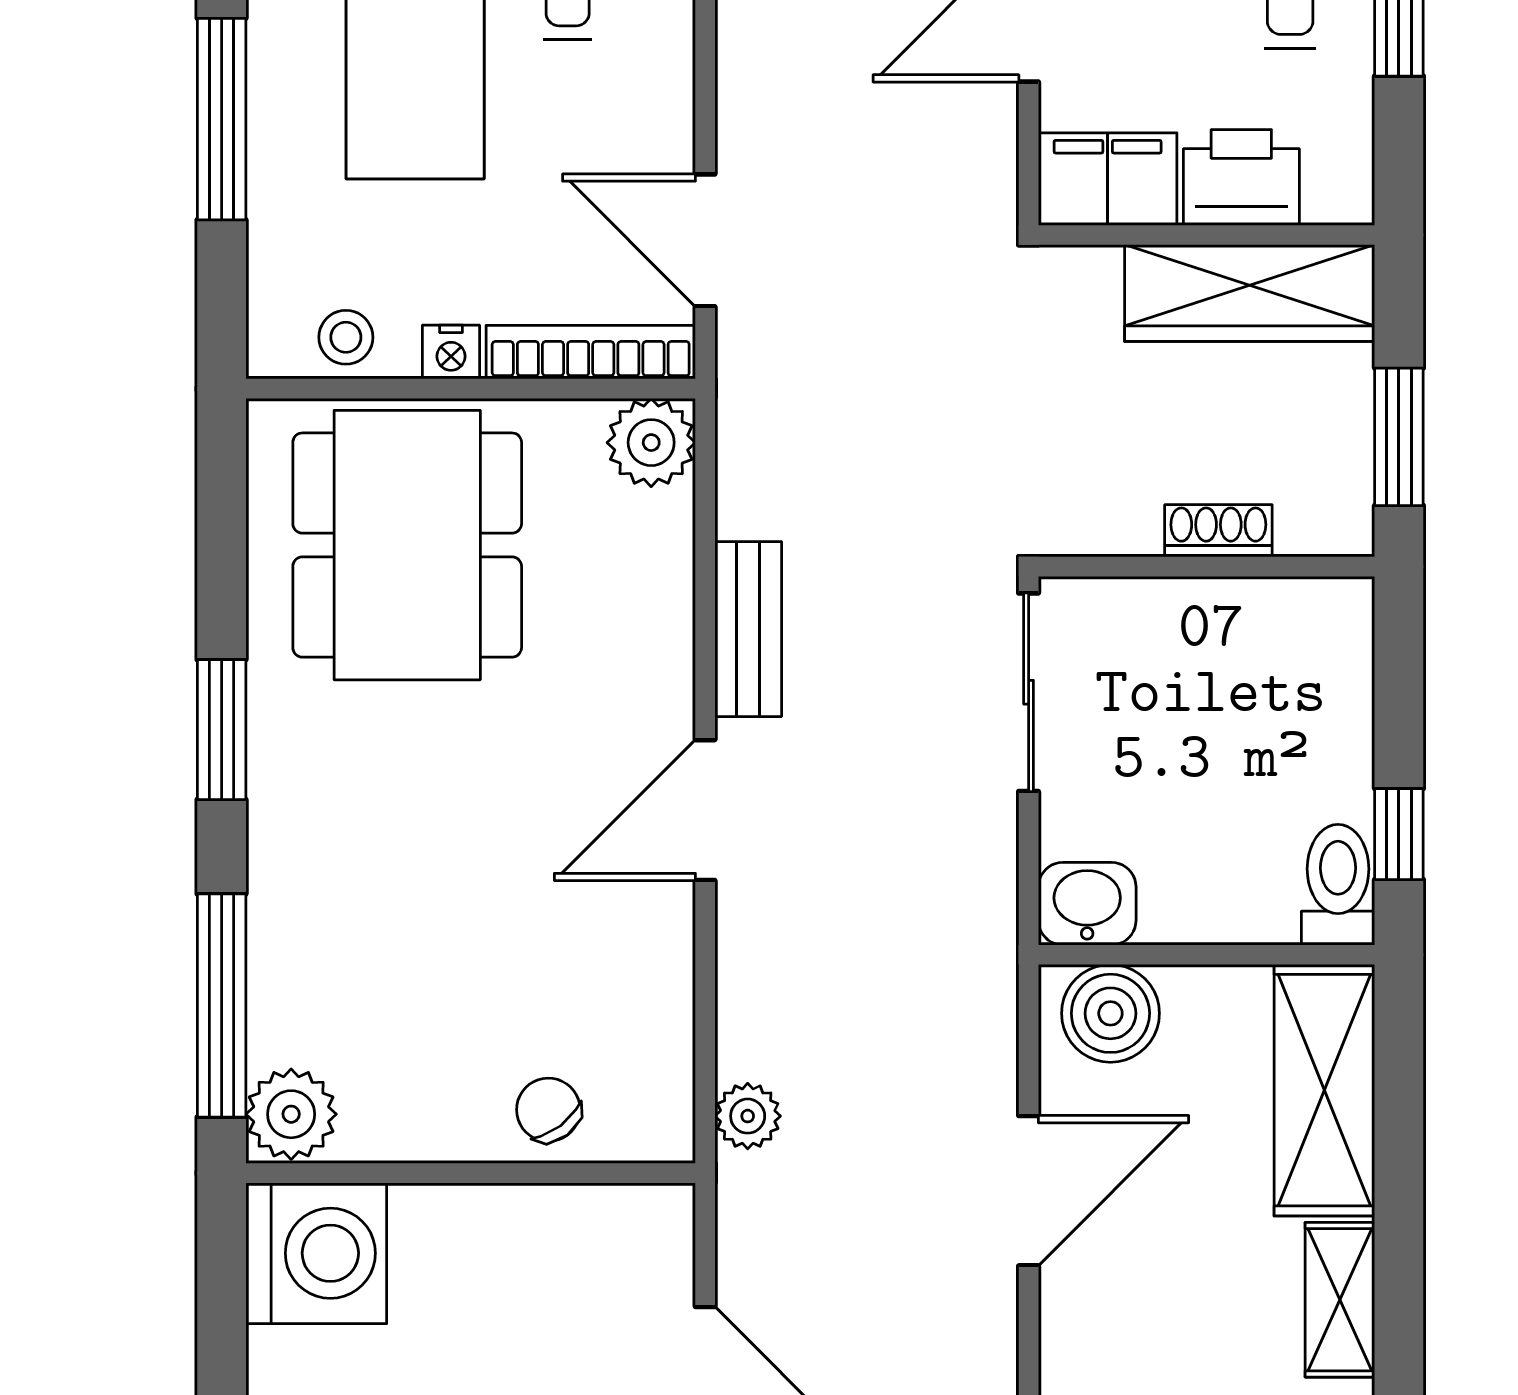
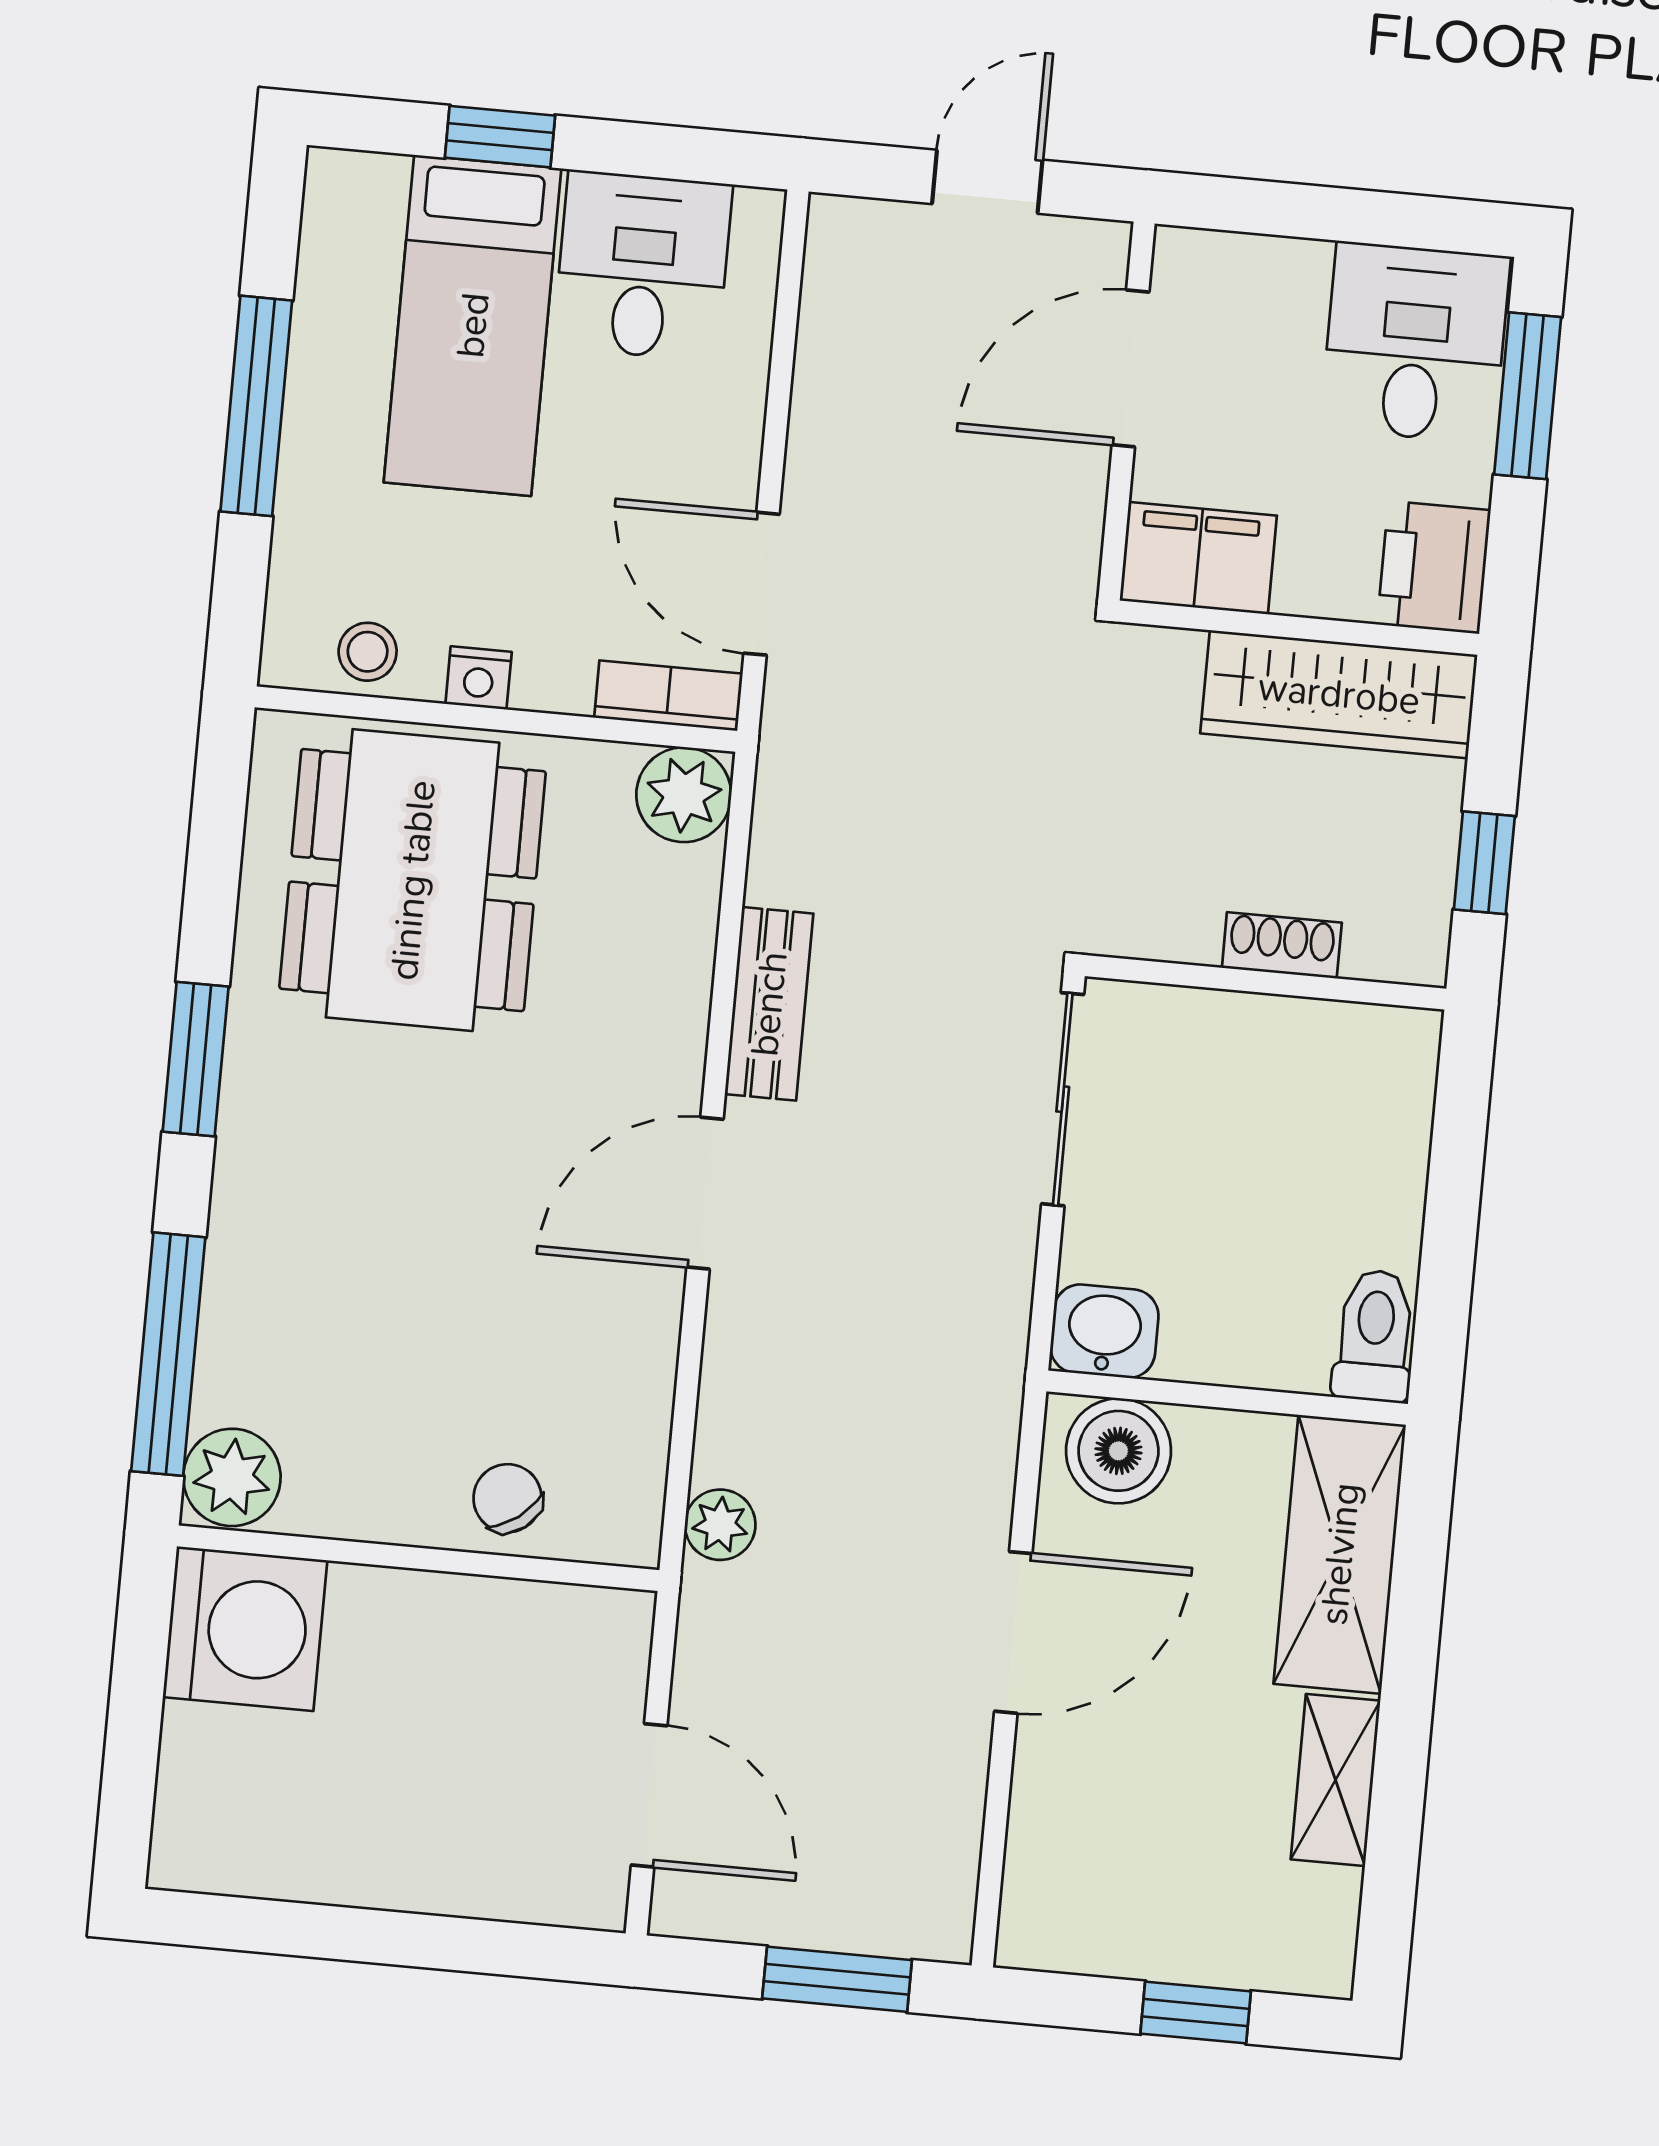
printer: (1241, 177) -> (1434, 567), moved, turned -90
bookcase: (591, 352) -> (668, 696), width x0.64
window: (1399, 437) -> (1484, 863), width x0.67
window: (1399, 834) -> (1445, 1288), removed

